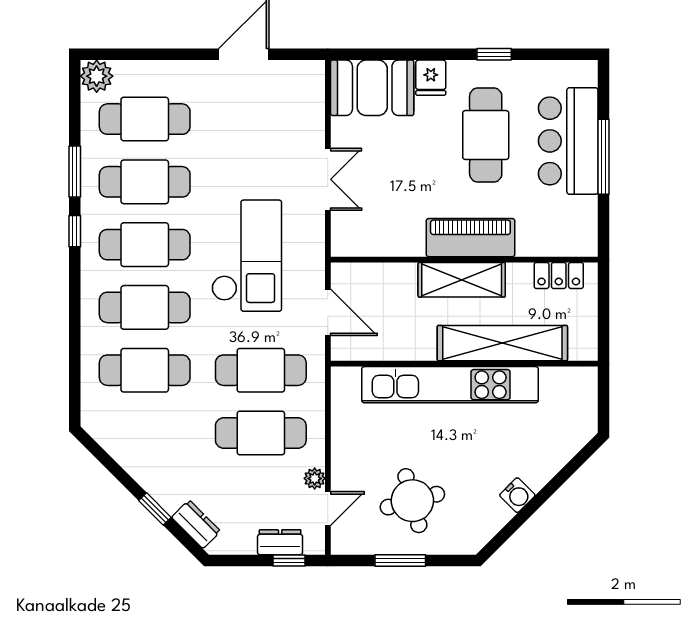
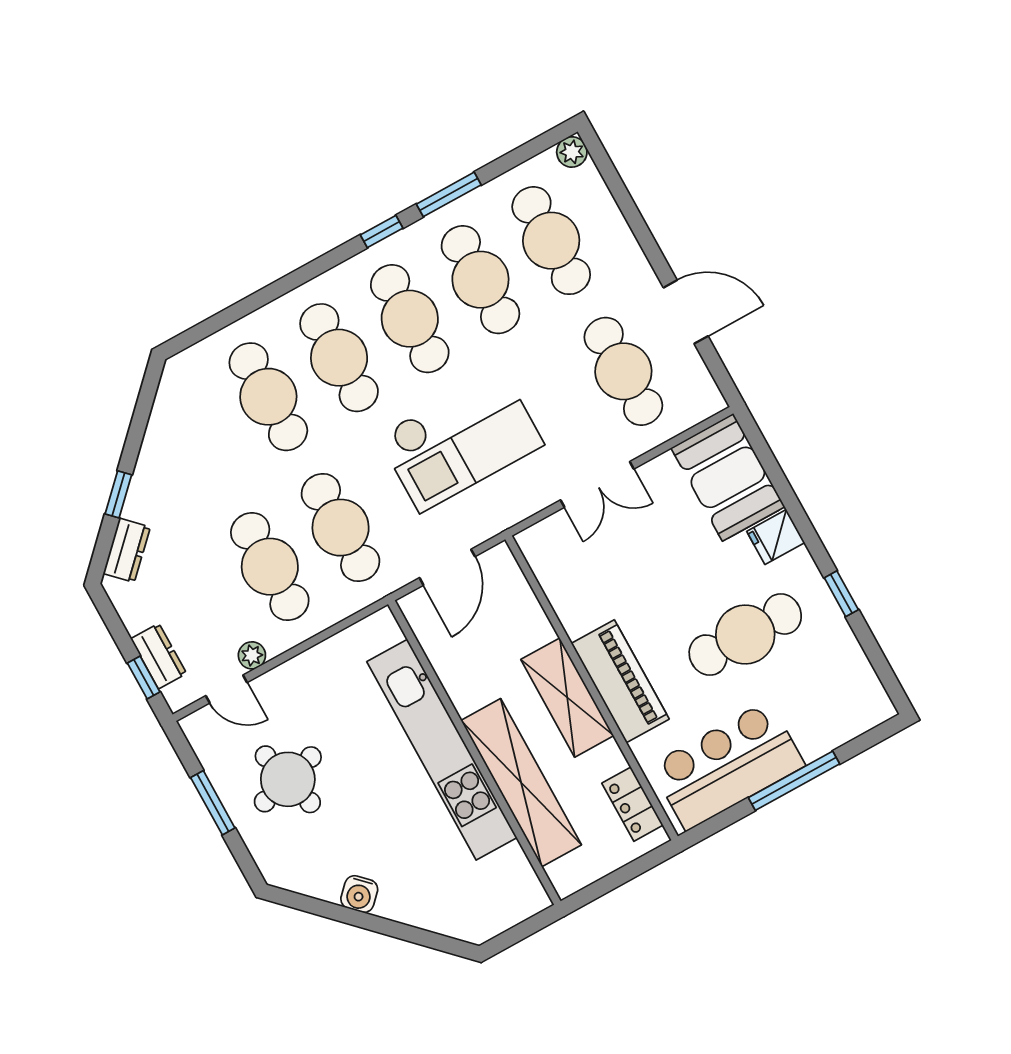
plant: (97, 76) -> (572, 152), width x0.73, depth x0.73
cafe table: (261, 119) -> (623, 371), added
bar counter: (568, 141) -> (728, 766), moved

